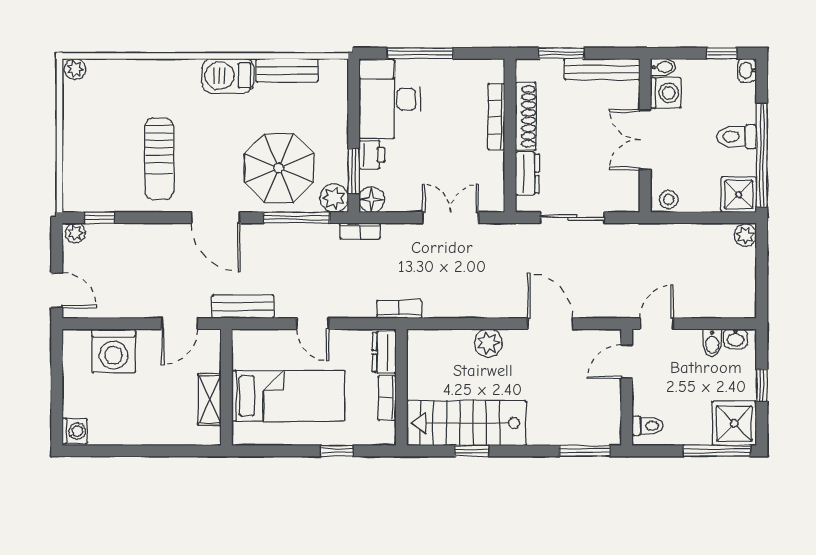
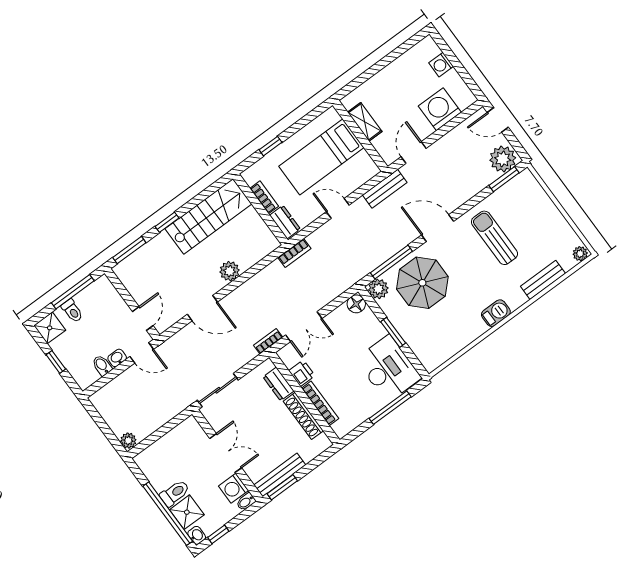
window: (561, 53) -> (282, 487), moved
bench: (287, 70) -> (543, 280), moved
barbecue: (228, 76) -> (496, 313), width x0.73, depth x0.79
printer: (372, 155) -> (302, 373), moved, turned 180
window: (762, 155) -> (168, 514), moved
window: (354, 171) -> (393, 332), moved
shower: (739, 195) -> (187, 512), moved
stool: (669, 199) -> (187, 429), removed
window: (99, 218) -> (504, 179), width x1.50
sliding door: (572, 218) -> (218, 390), moved
bookcase: (360, 231) -> (268, 341), moved
plant: (75, 233) -> (503, 159), width x1.88, depth x1.88
door: (657, 324) -> (142, 353), hinge flipped
washbasin: (736, 338) -> (117, 358), moved
shower: (734, 423) -> (50, 328), width x0.73, depth x0.73
toilet: (648, 426) -> (72, 311), moved, turned -90
washing machine: (75, 431) -> (441, 65), moved
window: (472, 451) -> (167, 222), moved
window: (717, 451) -> (73, 292), moved

